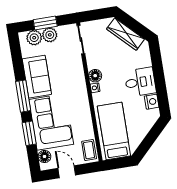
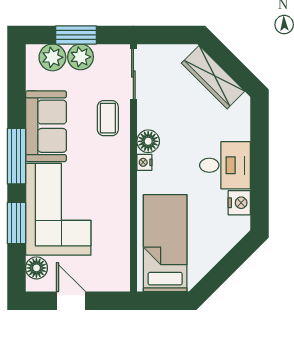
coffee table: (89, 150) -> (108, 118), moved

